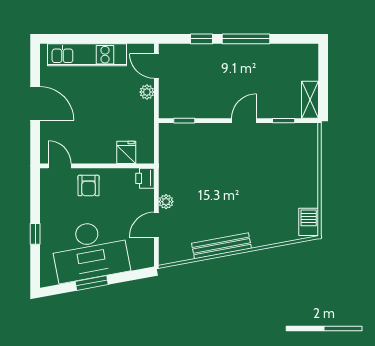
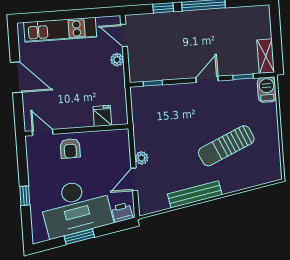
printer: (145, 178) -> (122, 212), moved, turned 79
sun lounger: (260, 195) -> (226, 146), added
barbecue: (309, 222) -> (267, 90), moved

